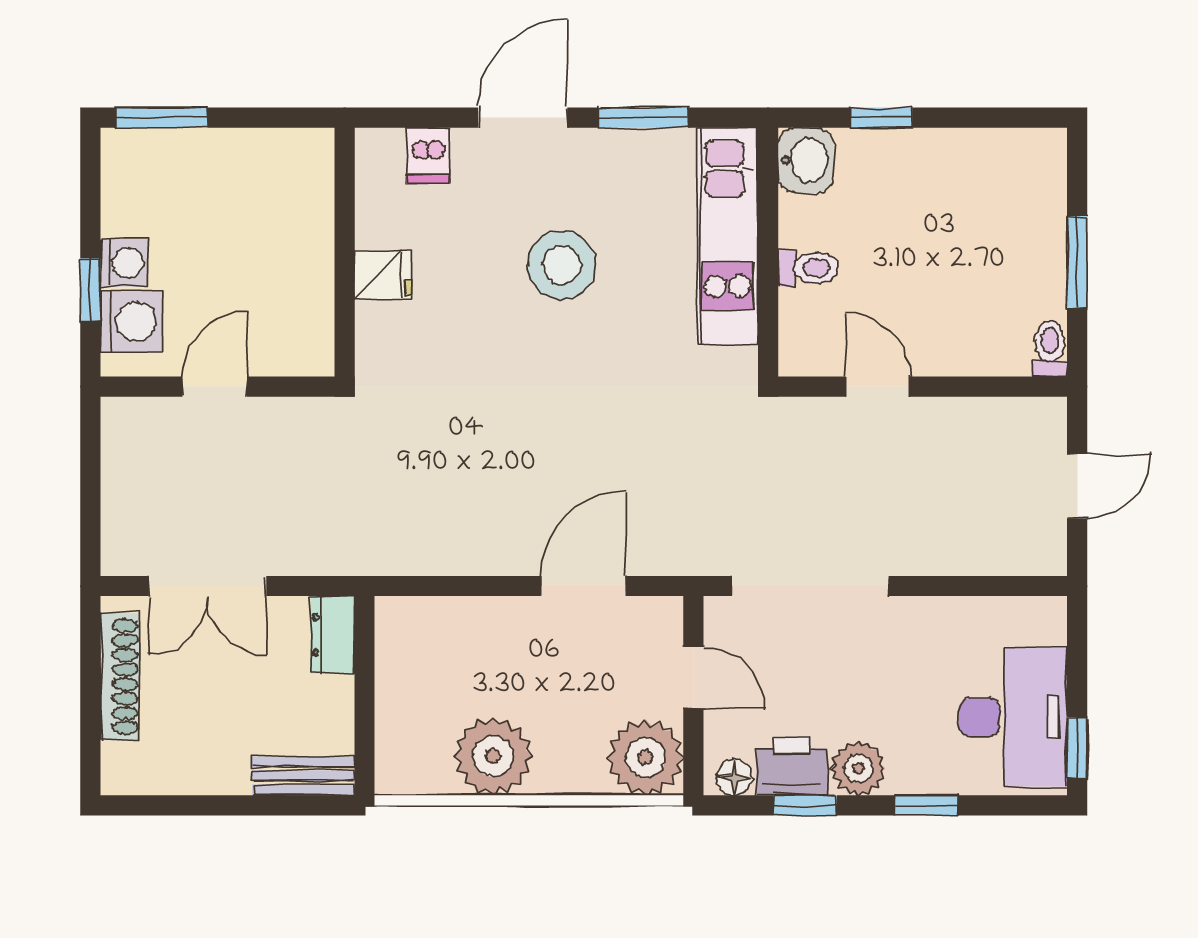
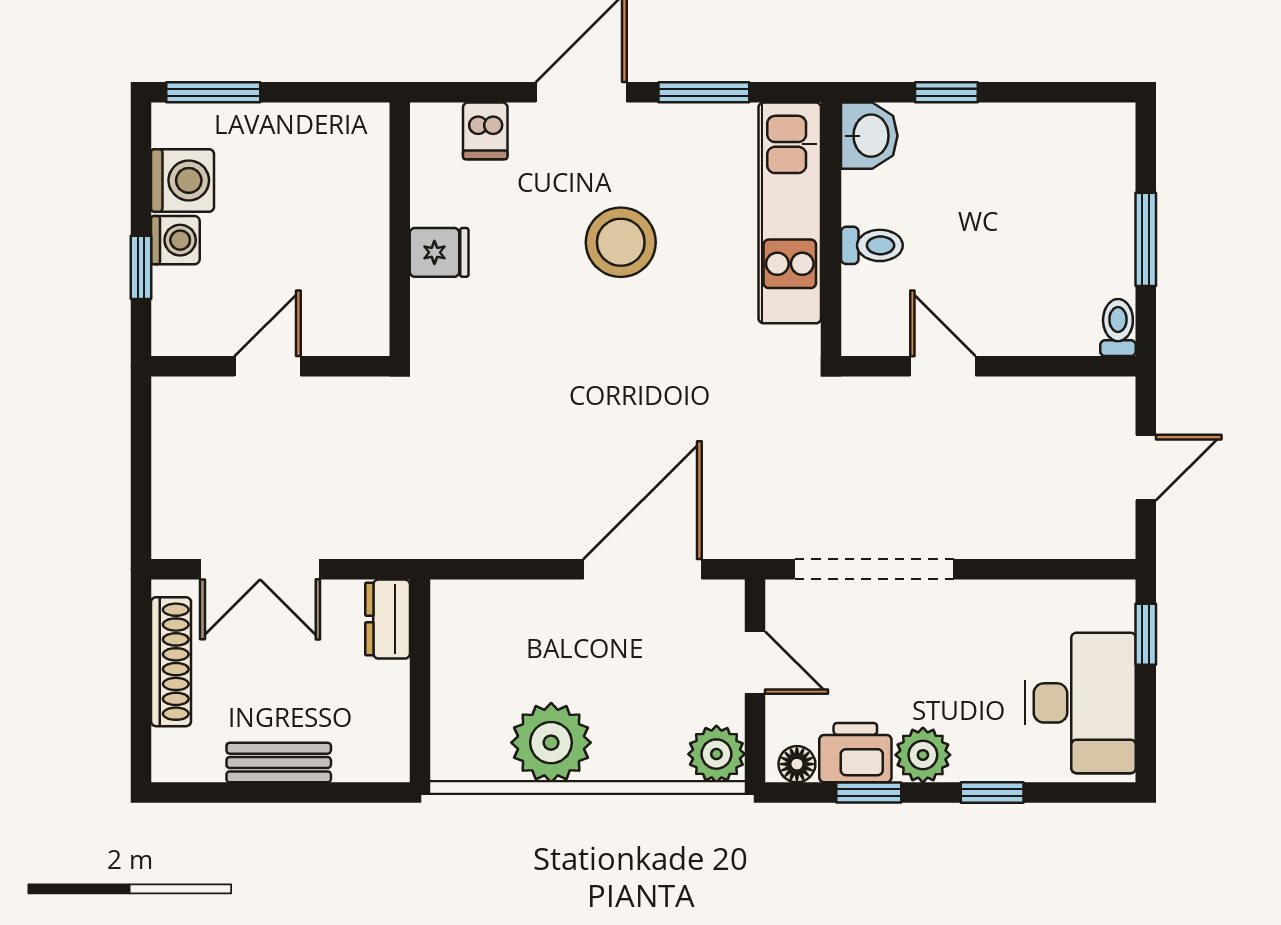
washing machine: (131, 321) -> (183, 180), moved
door: (583, 586) -> (643, 569), width x1.36
window: (1077, 747) -> (1146, 634), moved
plant: (645, 757) -> (716, 754), width x0.73, depth x0.73
bench: (303, 776) -> (279, 763), moved

